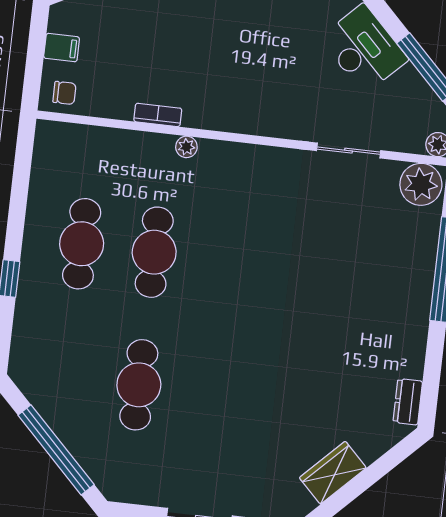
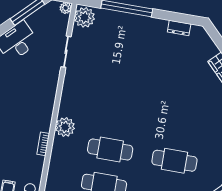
plant: (186, 147) -> (65, 127), width x1.88, depth x1.88
dresser: (408, 402) -> (179, 28), moved

